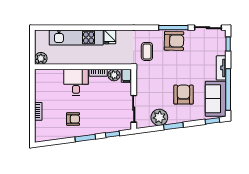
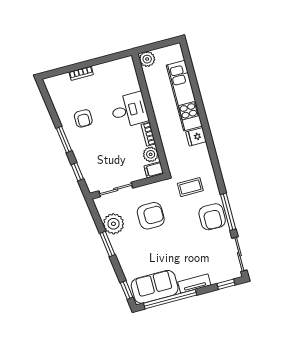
armchair: (183, 95) -> (151, 216), moved

